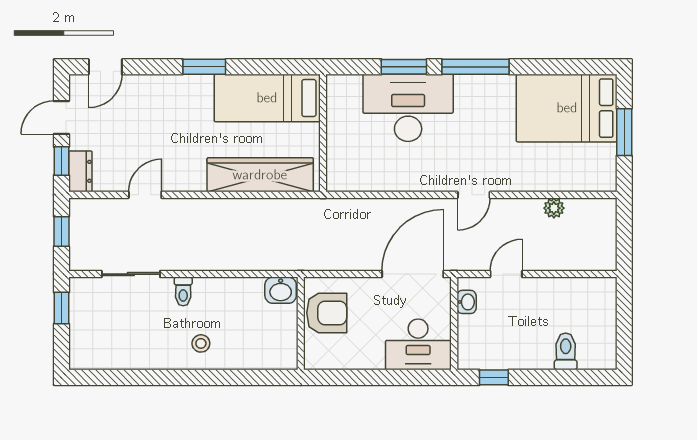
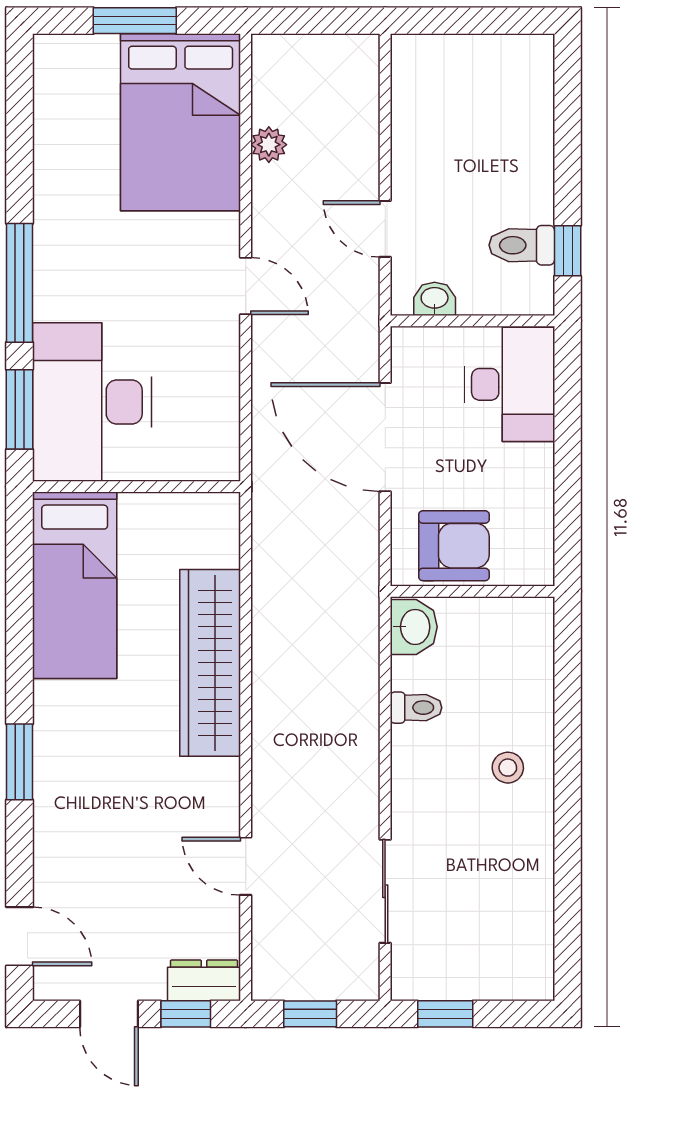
bed: (267, 98) -> (75, 585), moved
bed: (567, 108) -> (181, 122), moved
wall: (323, 133) -> (136, 487), moved
door: (413, 274) -> (385, 437), moved
toilet: (183, 291) -> (416, 708), moved
armchair: (327, 313) -> (454, 546), turned 90
toilet: (566, 351) -> (522, 245), moved

